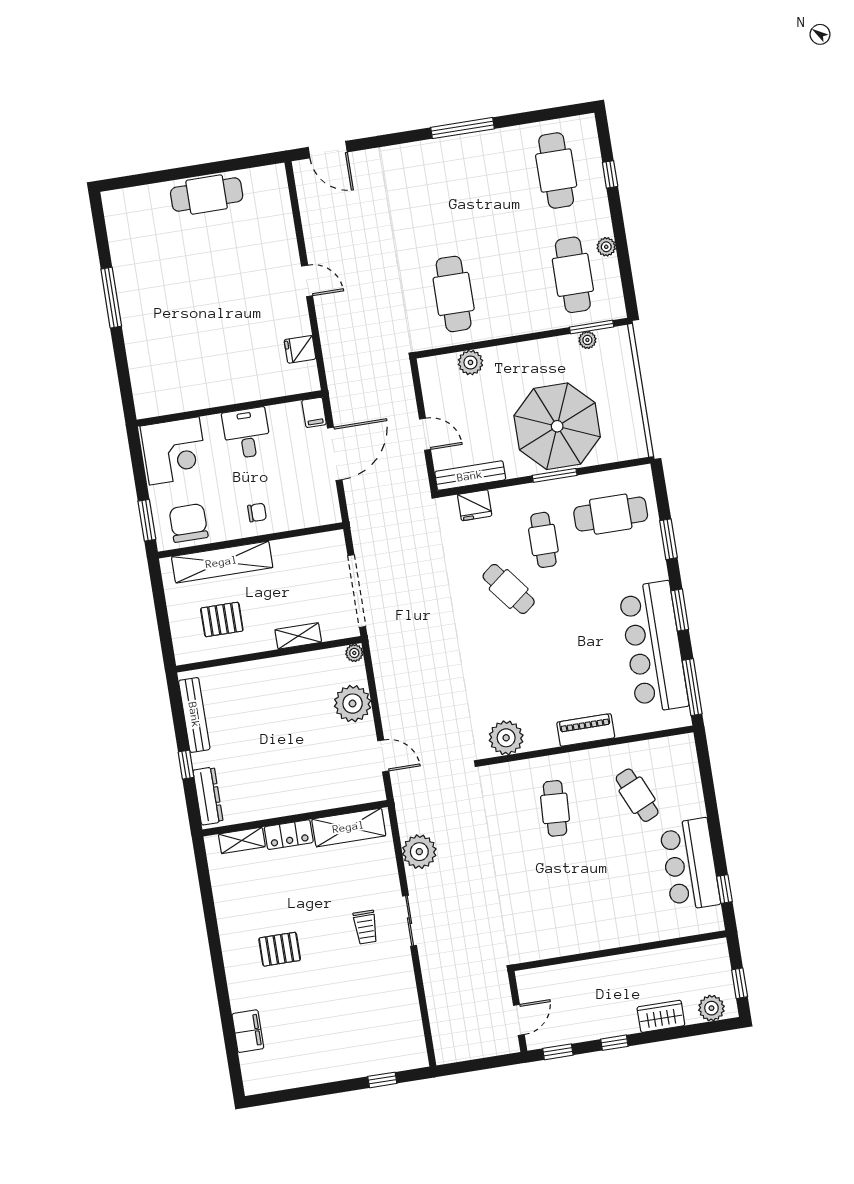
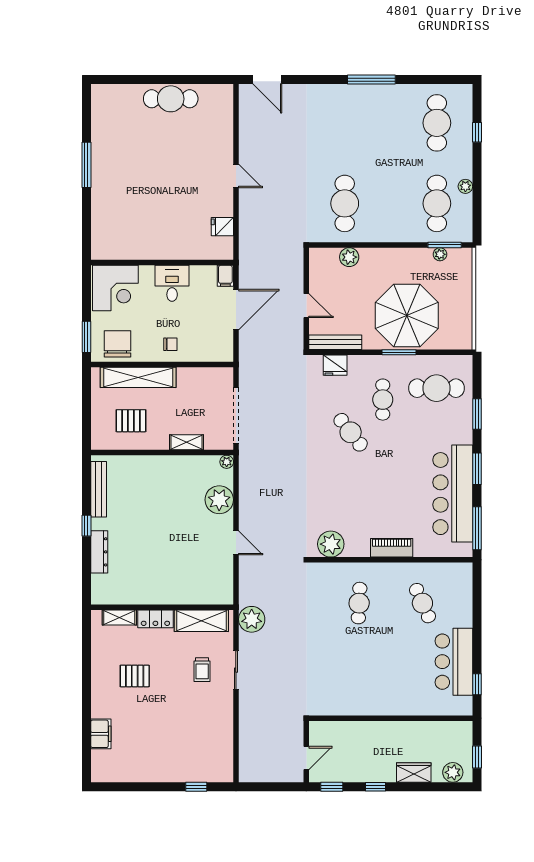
wall: (295, 818) -> (162, 607), moved
shelving: (349, 827) -> (201, 621), moved
locker: (289, 835) -> (155, 619), moved
shelving: (242, 840) -> (119, 618), moved

